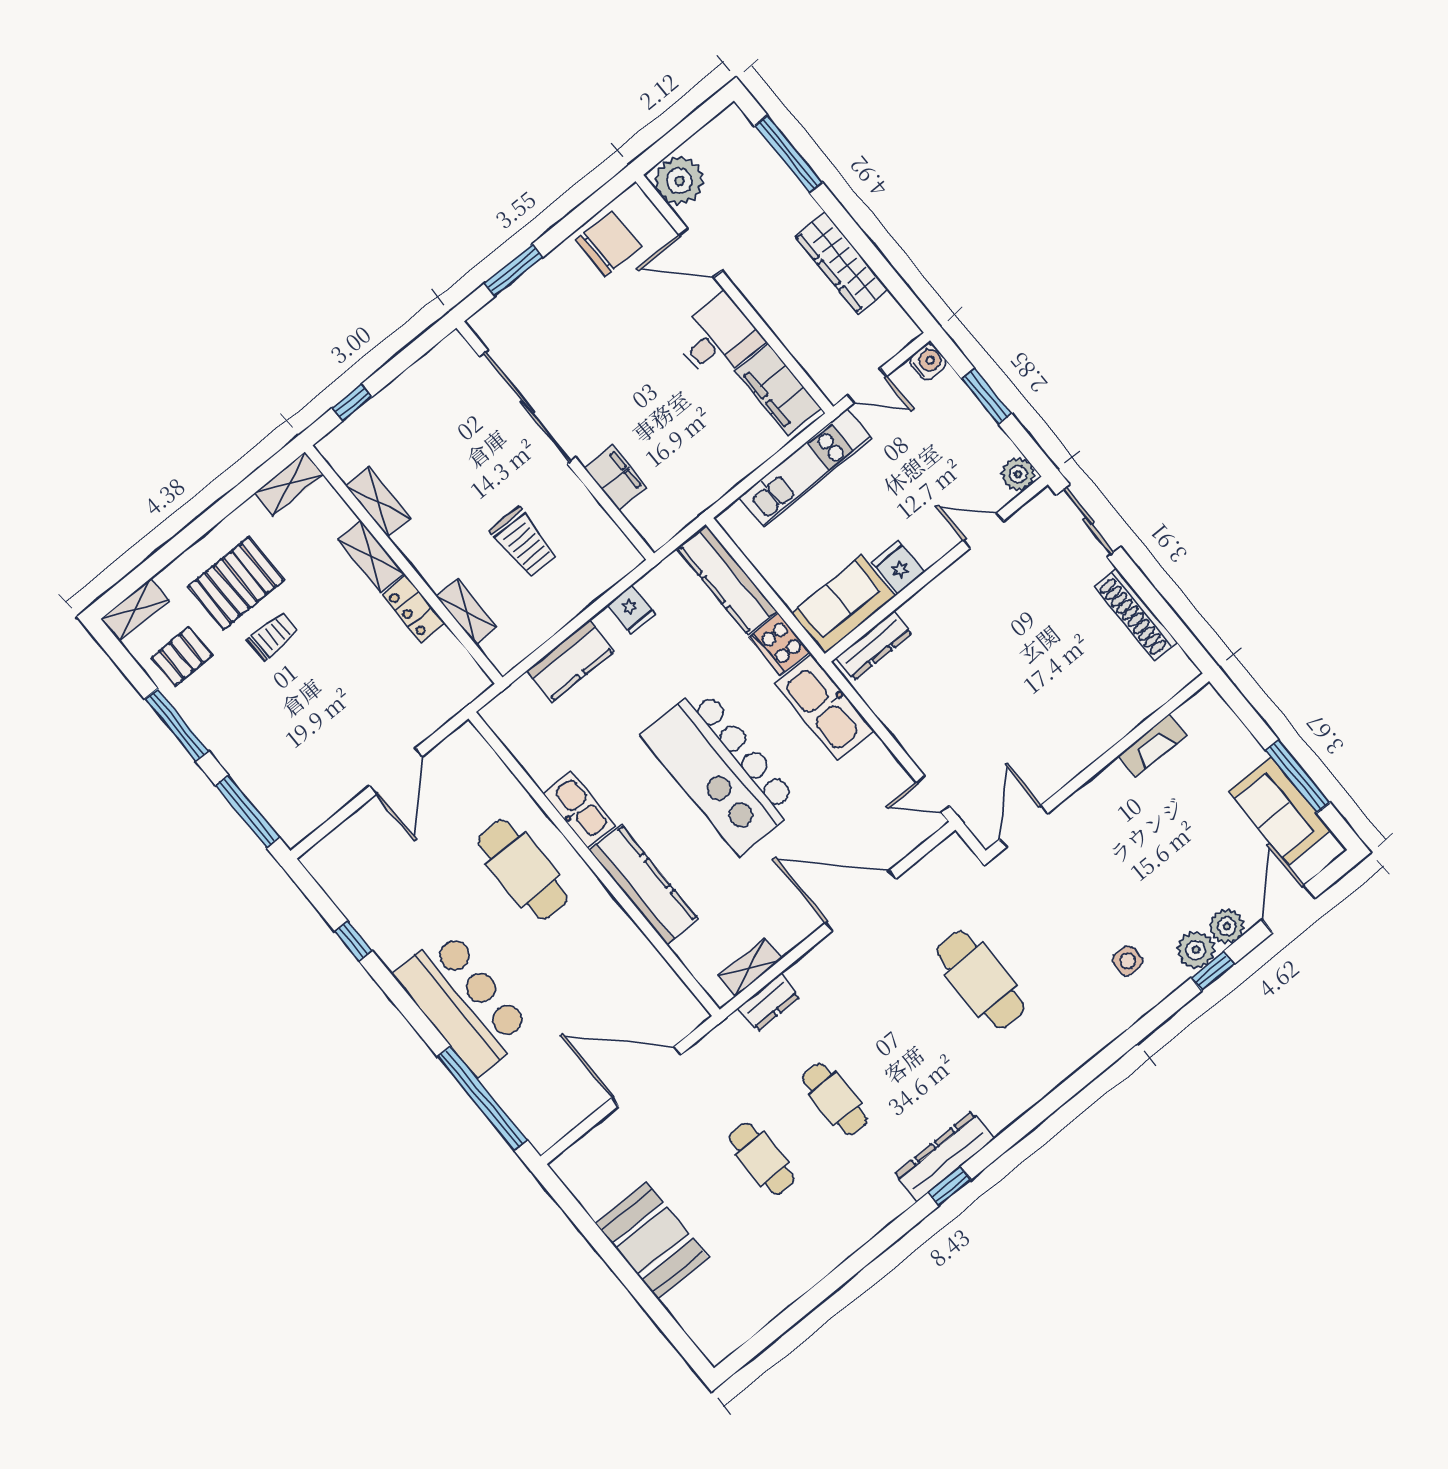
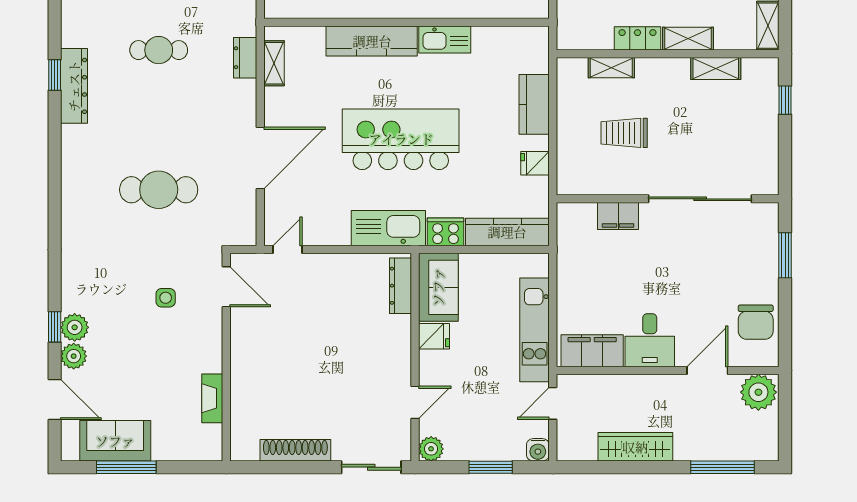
side table: (1128, 961) -> (166, 298), moved

